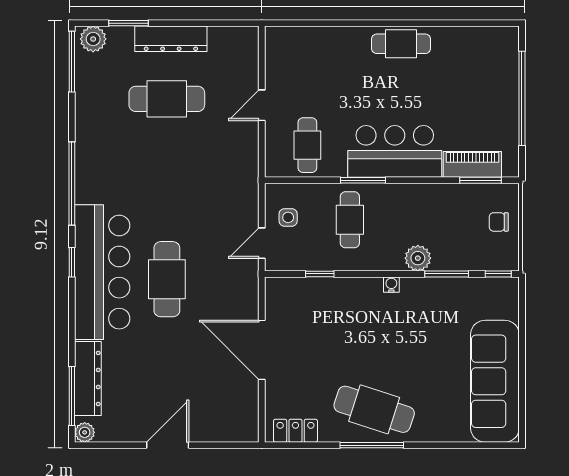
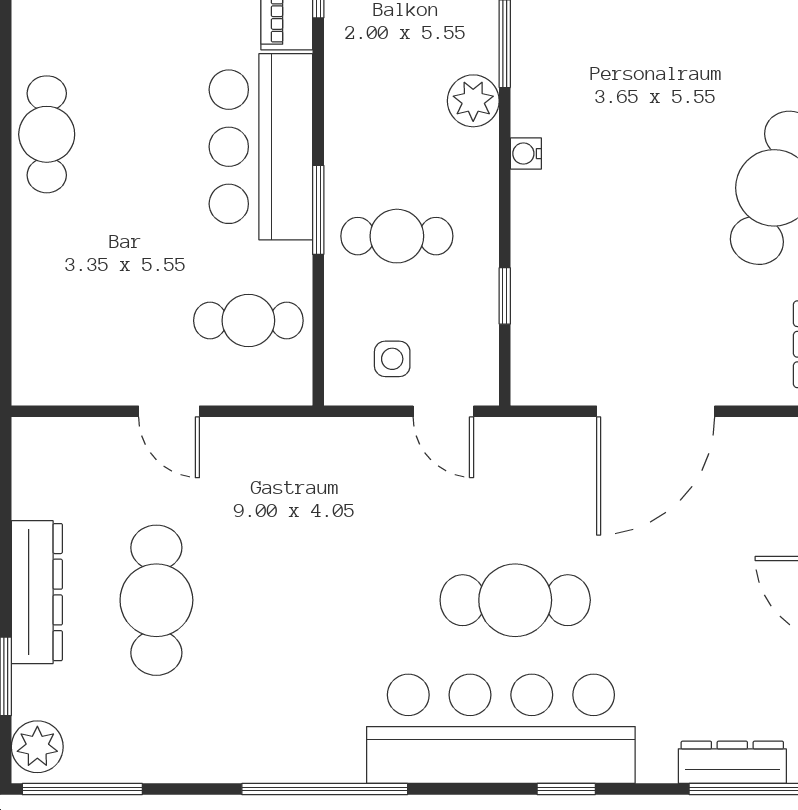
window: (72, 262) -> (566, 789), moved
dresser: (88, 378) -> (732, 762), width x0.73, depth x0.80

